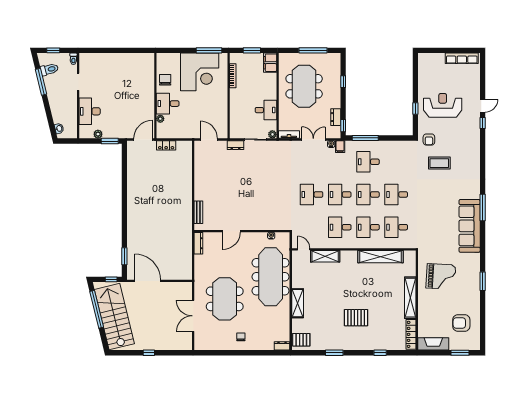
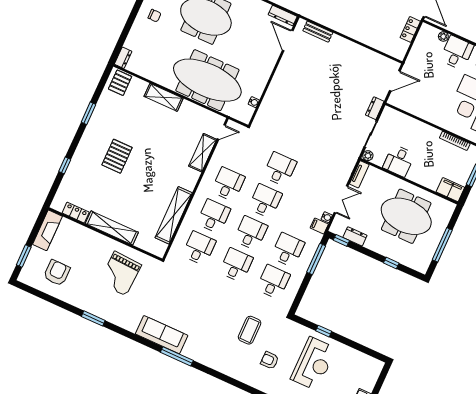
armchair: (429, 139) -> (270, 360), moved
desk: (396, 162) -> (273, 282), added
sofa: (470, 226) -> (162, 335), width x0.74, depth x0.79
door: (231, 231) -> (288, 41), moved
locker: (411, 334) -> (76, 213), width x0.66

